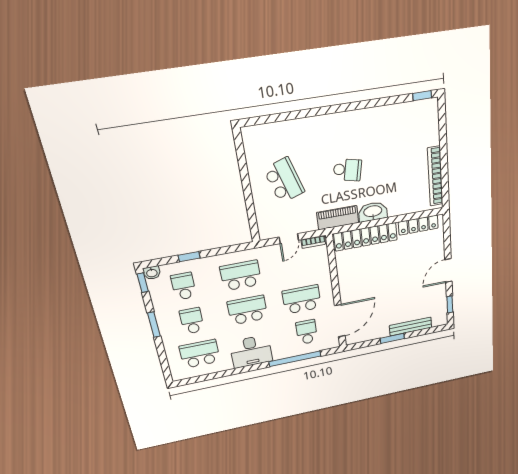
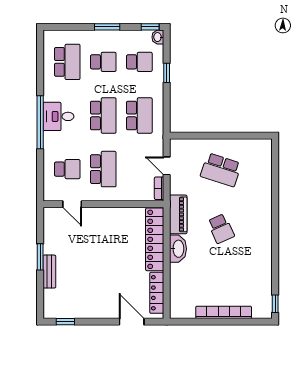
school desk: (347, 170) -> (221, 229), turned -36
bookcase: (435, 176) -> (224, 312), moved
school desk: (284, 180) -> (221, 170), turned 36
door: (448, 271) -> (132, 322), moved
door: (340, 321) -> (72, 204), width x0.53
bench: (411, 327) -> (49, 272), width x0.73
desk: (251, 351) -> (58, 116), width x0.73
window: (295, 359) -> (40, 122), moved

